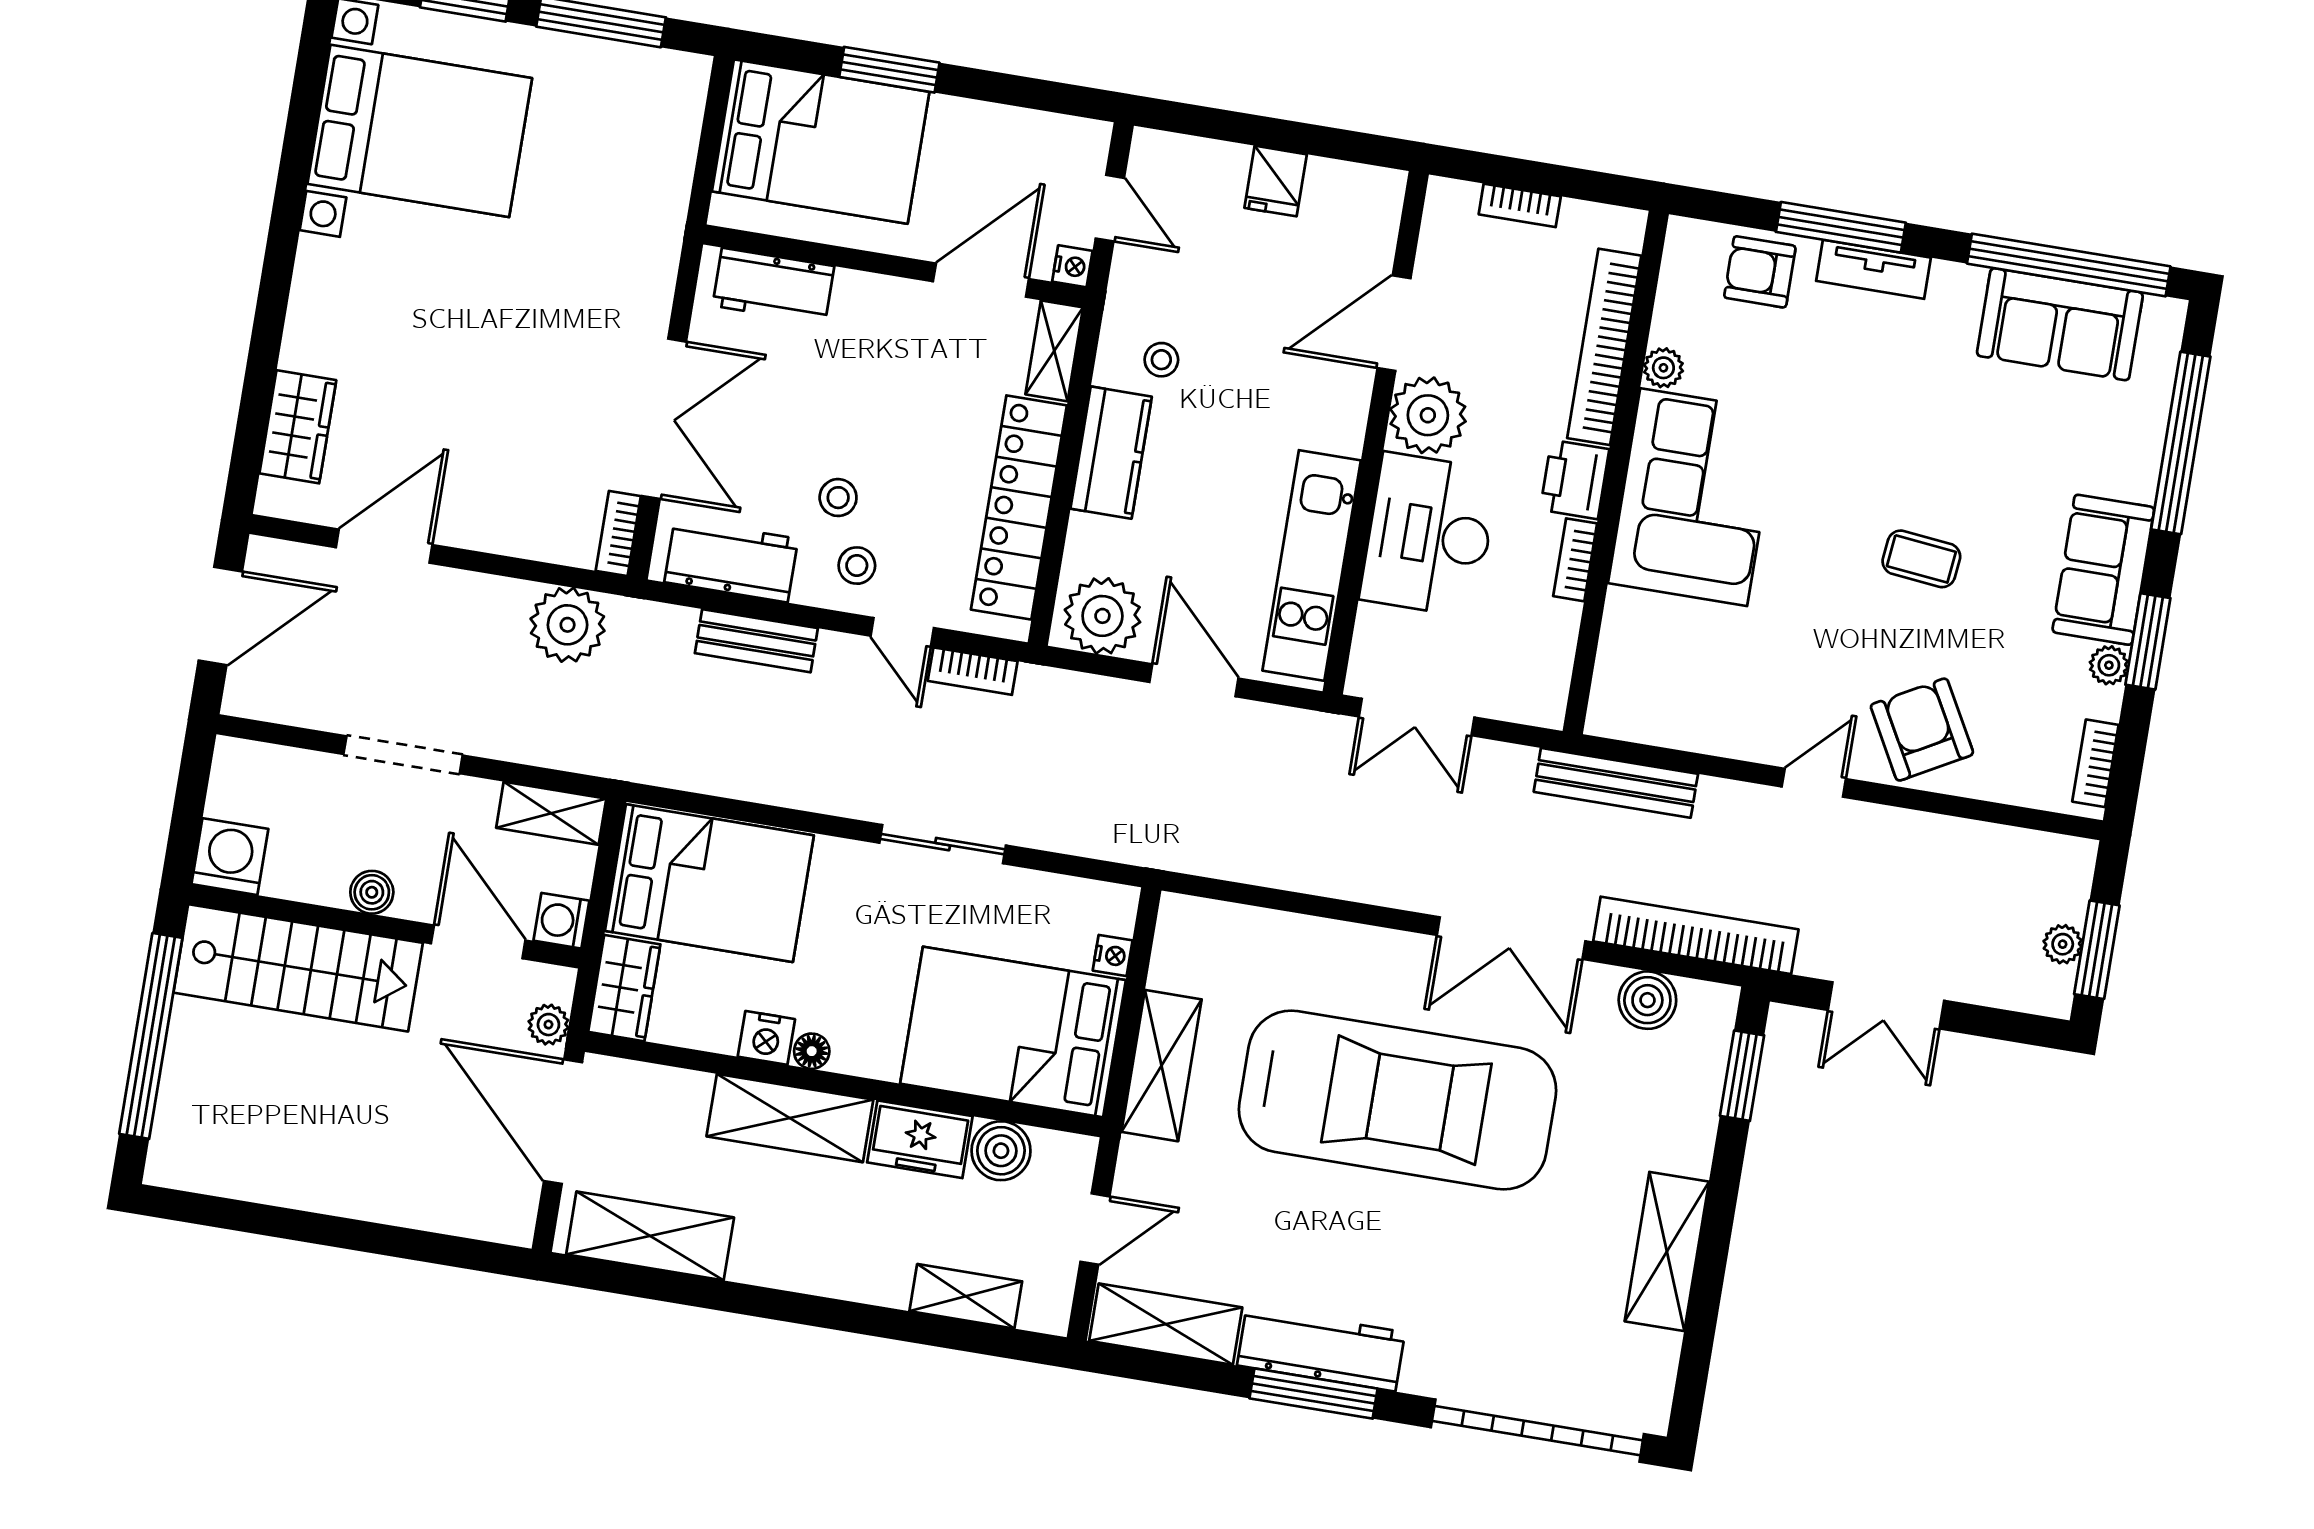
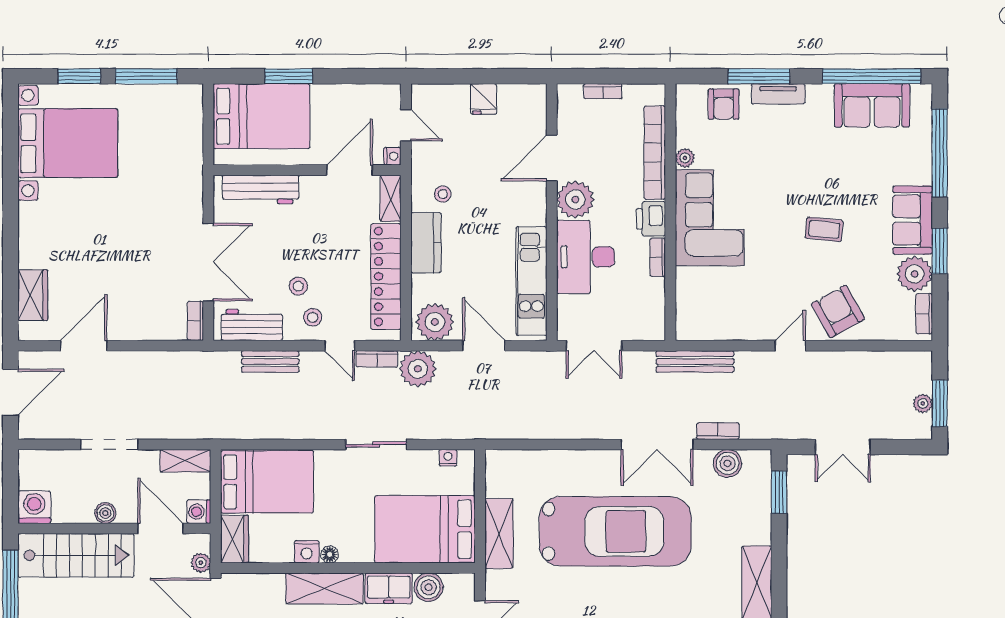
armchair: (1760, 272) -> (724, 104), turned -90
workbench: (773, 286) -> (261, 189), width x1.37
plant: (568, 625) -> (418, 369), moved
plant: (2109, 665) -> (915, 274), width x1.88, depth x1.88
bookcase: (1696, 935) -> (718, 431), width x0.43, depth x0.76
nightstand: (1113, 955) -> (448, 458), moved, turned -90

